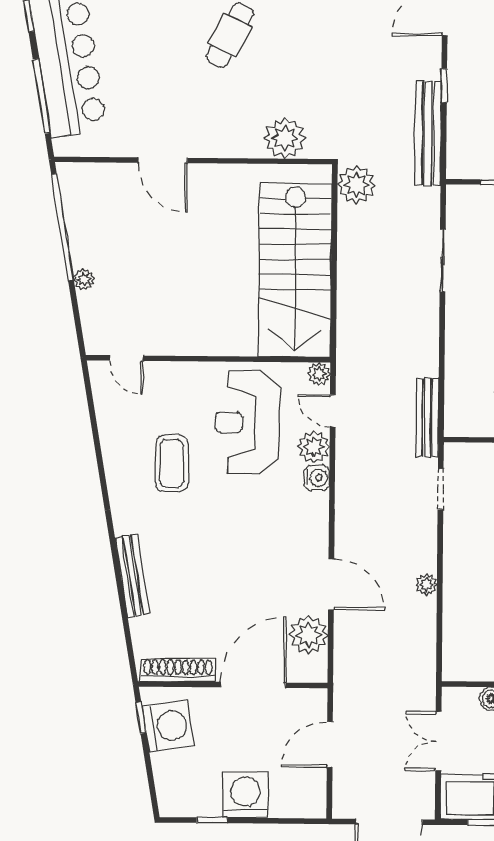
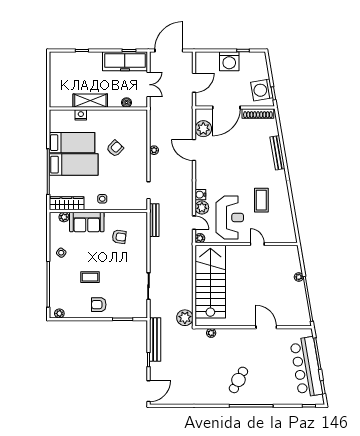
plant: (285, 138) -> (211, 333), width x0.53, depth x0.53
door: (126, 358) -> (257, 244), moved

